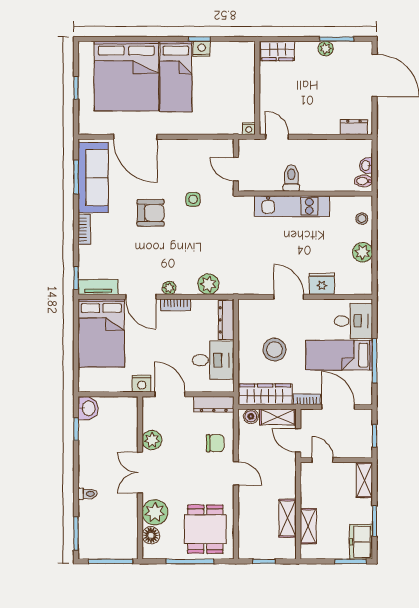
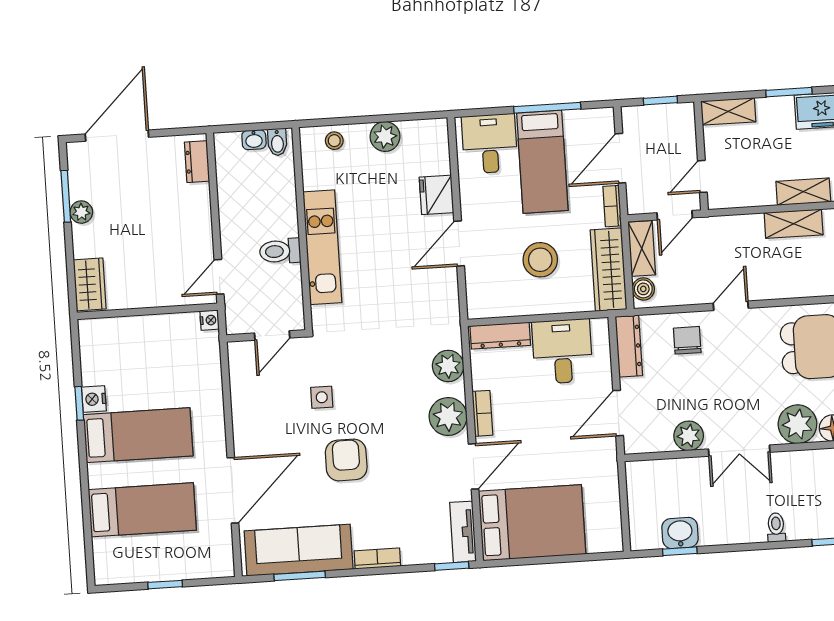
bed: (126, 76) -> (142, 510), width x0.49
plant: (169, 288) -> (448, 417), width x1.87, depth x1.87
nightstand: (142, 384) -> (605, 457), removed
washbasin: (88, 408) -> (680, 533), moved

